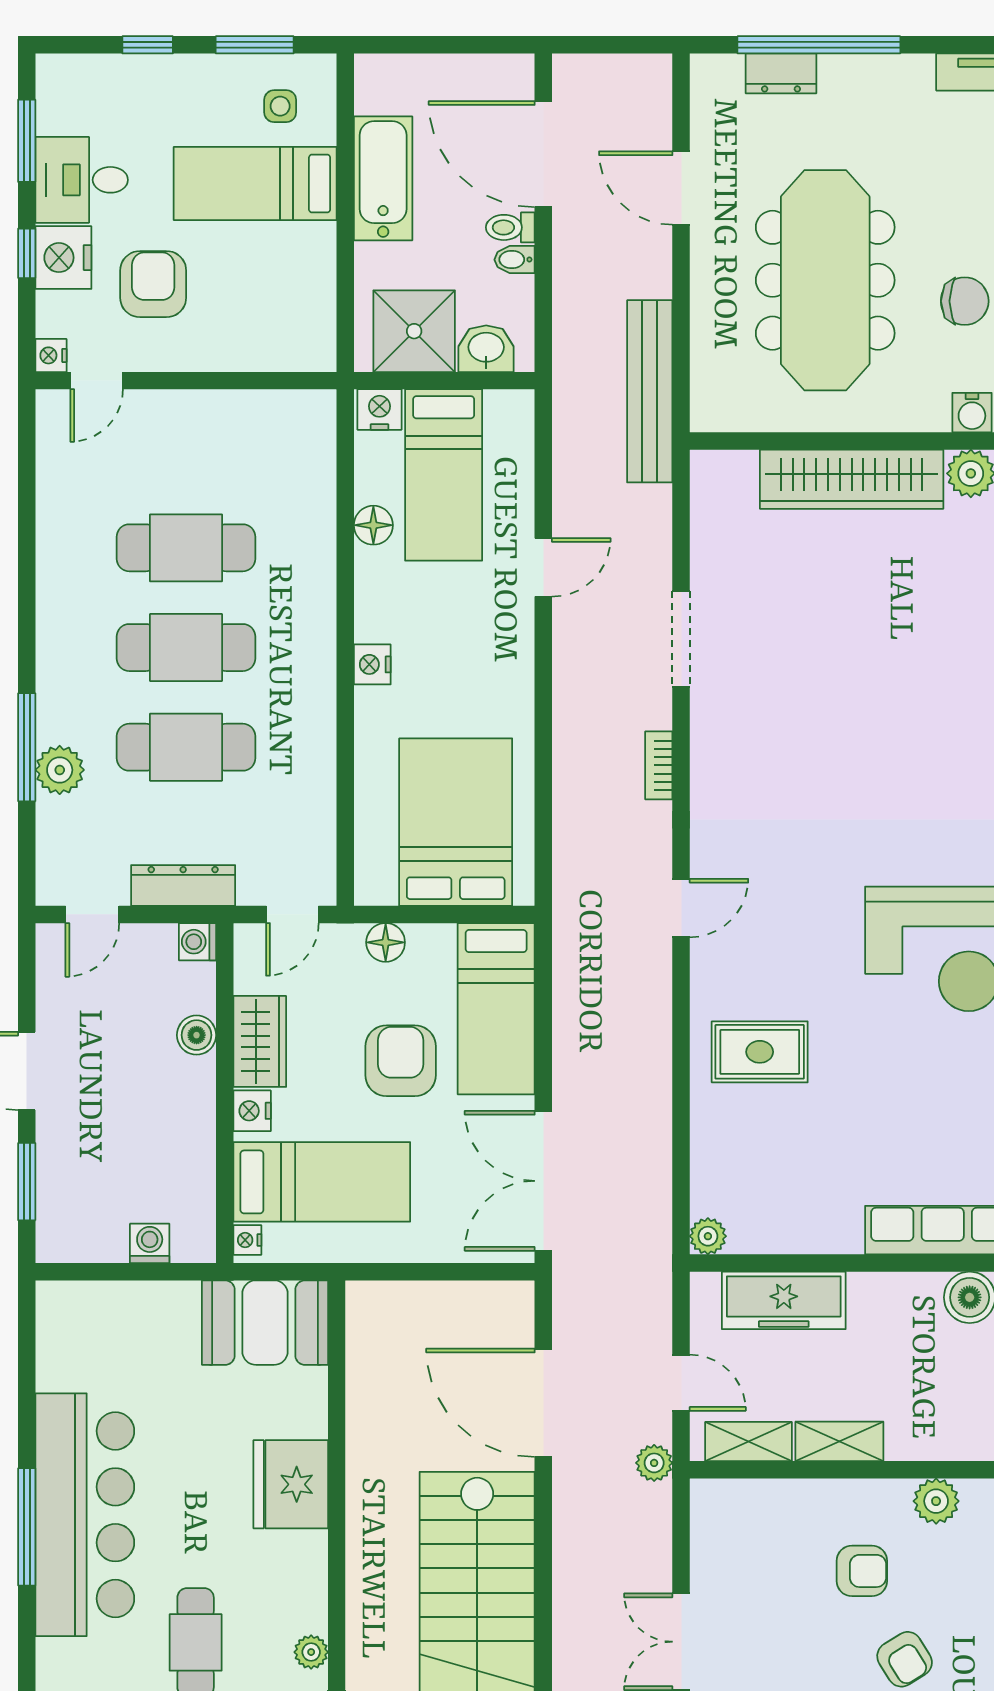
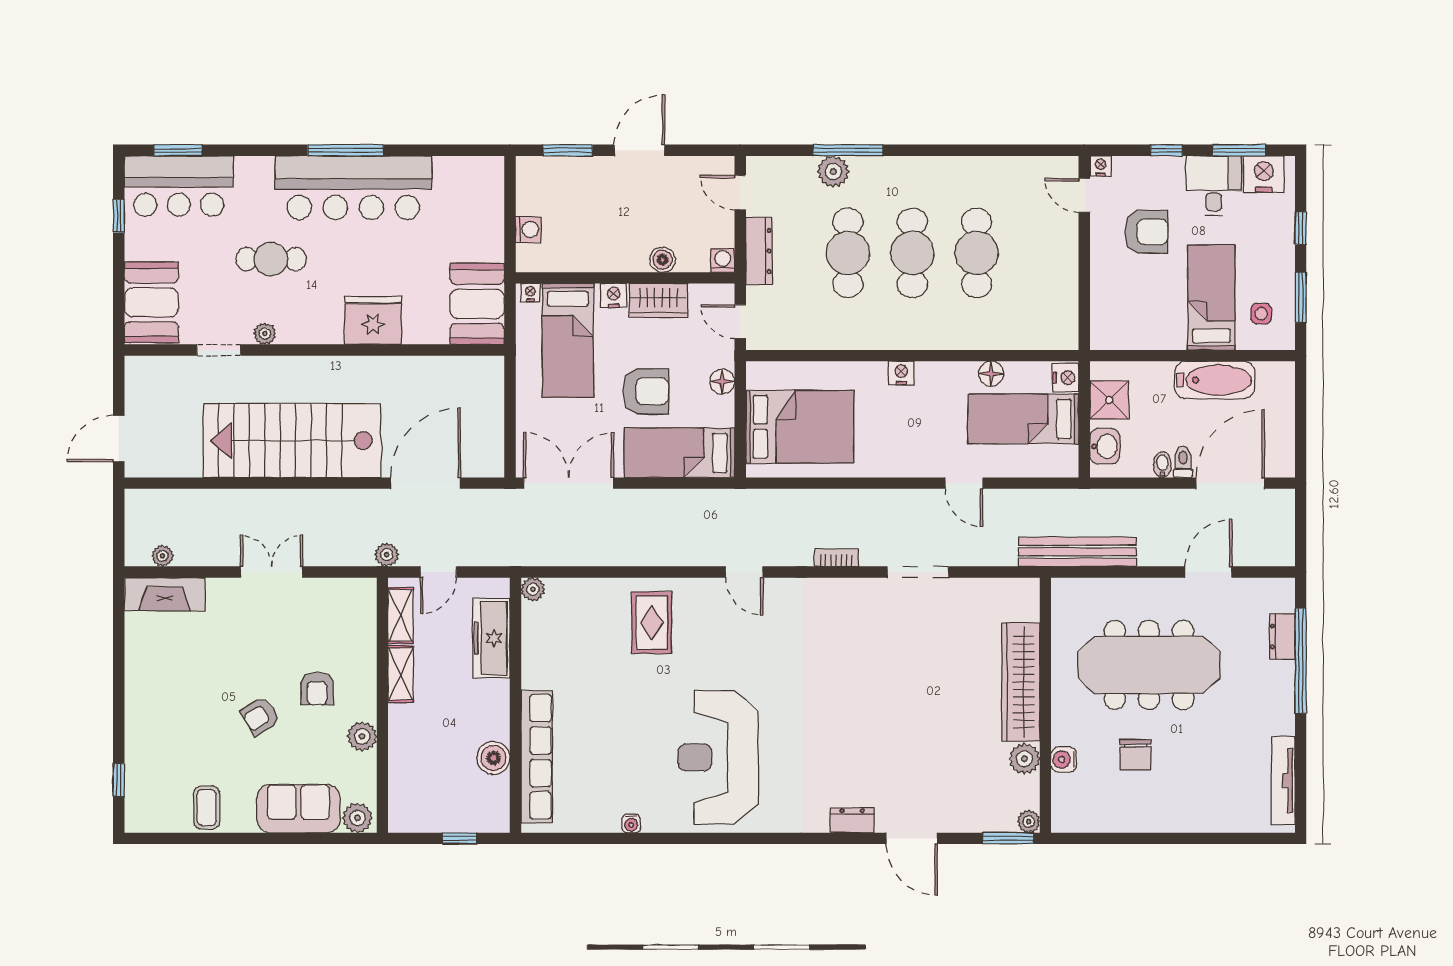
nightstand: (63, 258) -> (1264, 174), moved
shower: (414, 331) -> (1109, 400), width x0.73, depth x0.73

